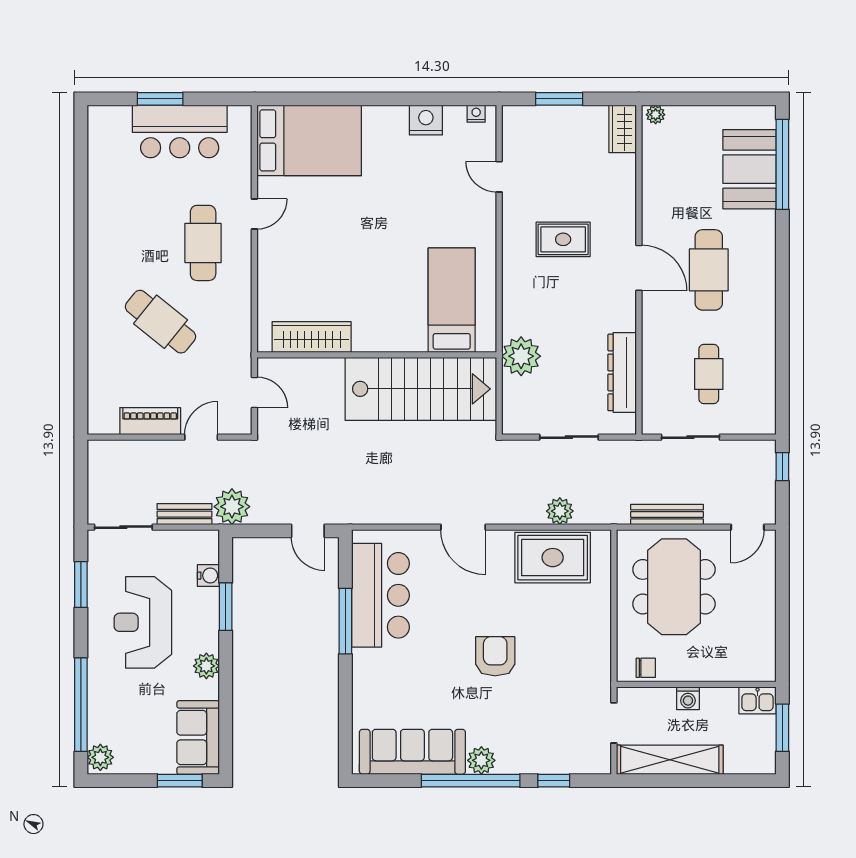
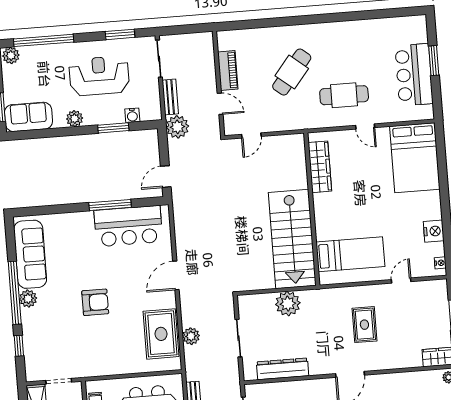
bed: (452, 300) -> (350, 254), moved
wardrobe: (312, 337) -> (320, 167), moved
wall: (377, 355) -> (312, 209), moved
stairs: (421, 389) -> (292, 239), moved

